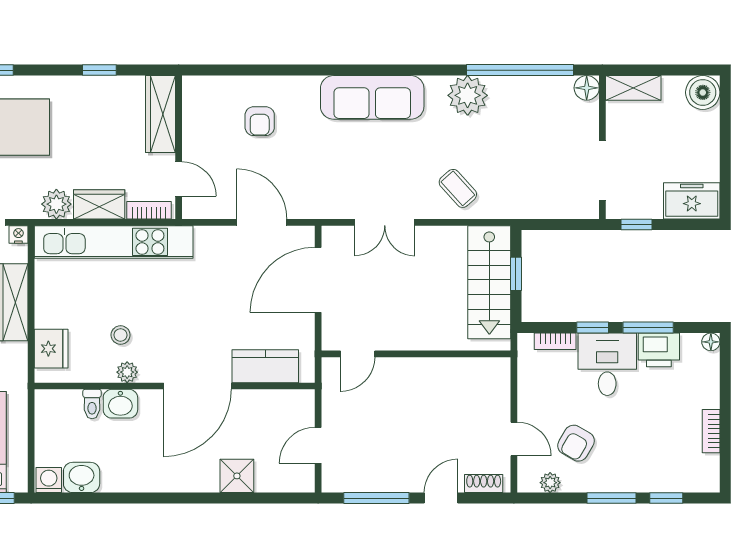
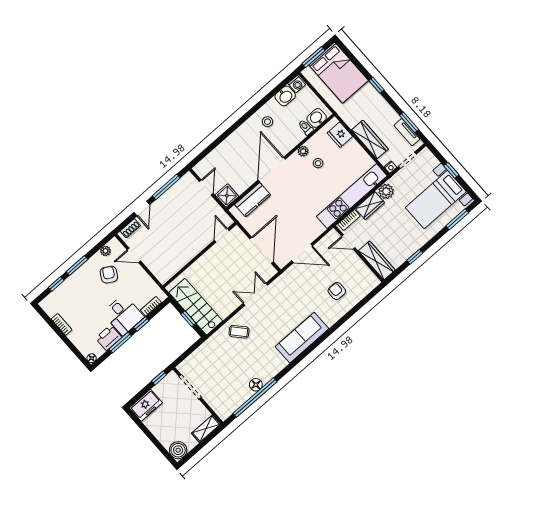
floor lamp: (587, 88) -> (256, 385), moved
plant: (468, 95) -> (266, 370), removed
washbasin: (120, 404) -> (317, 118), moved
stool: (141, 463) -> (267, 122), added
shower: (237, 476) -> (227, 196), moved

